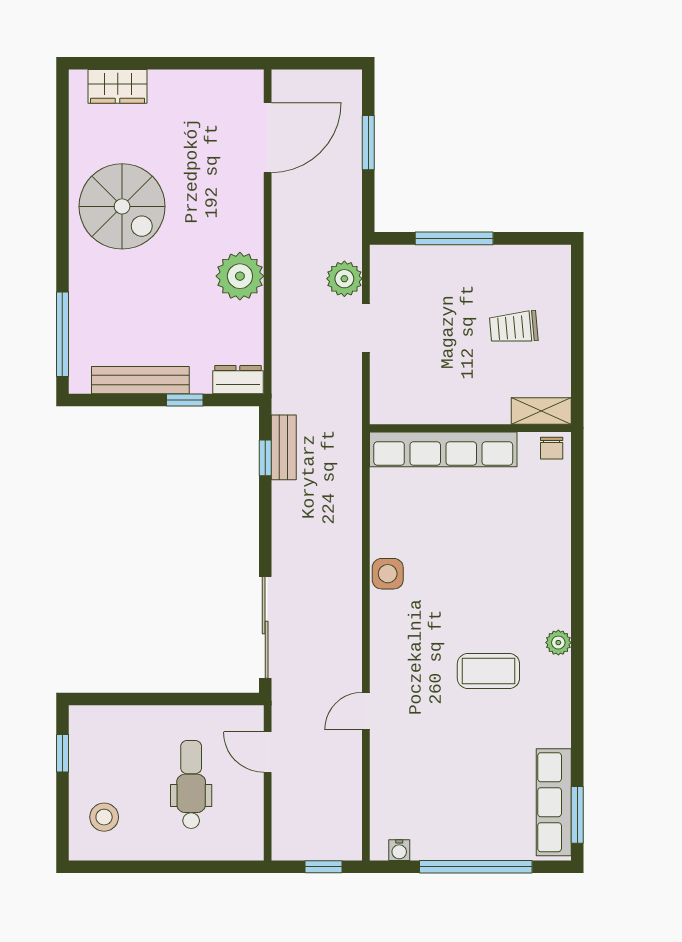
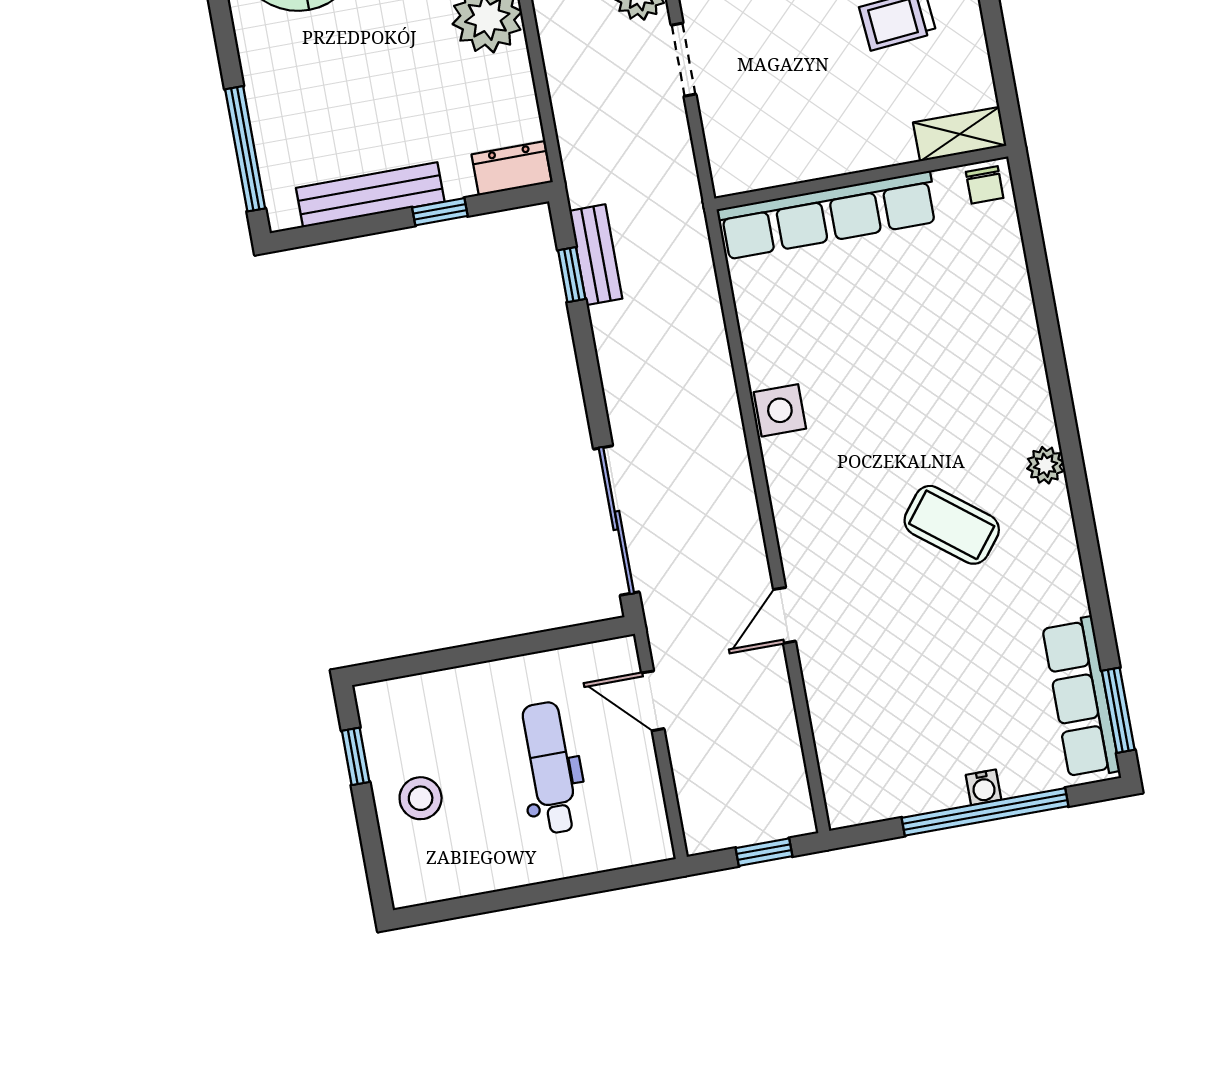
coffee table: (488, 671) -> (952, 525), turned 38
stool: (104, 817) -> (421, 798), moved
water cooler: (399, 850) -> (984, 787), moved

